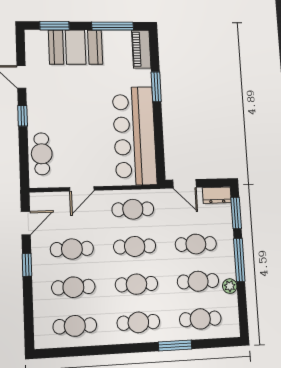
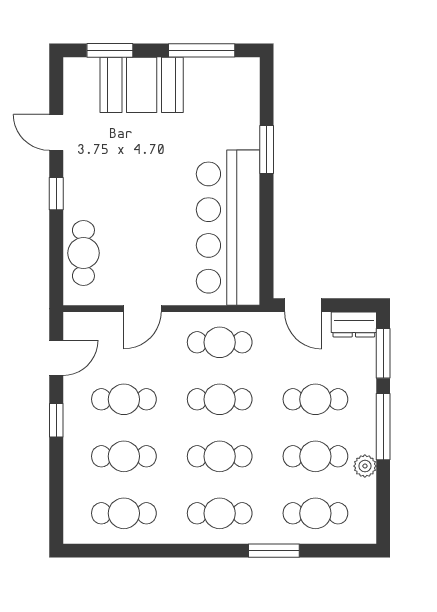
piano: (141, 49) -> (246, 88), removed

